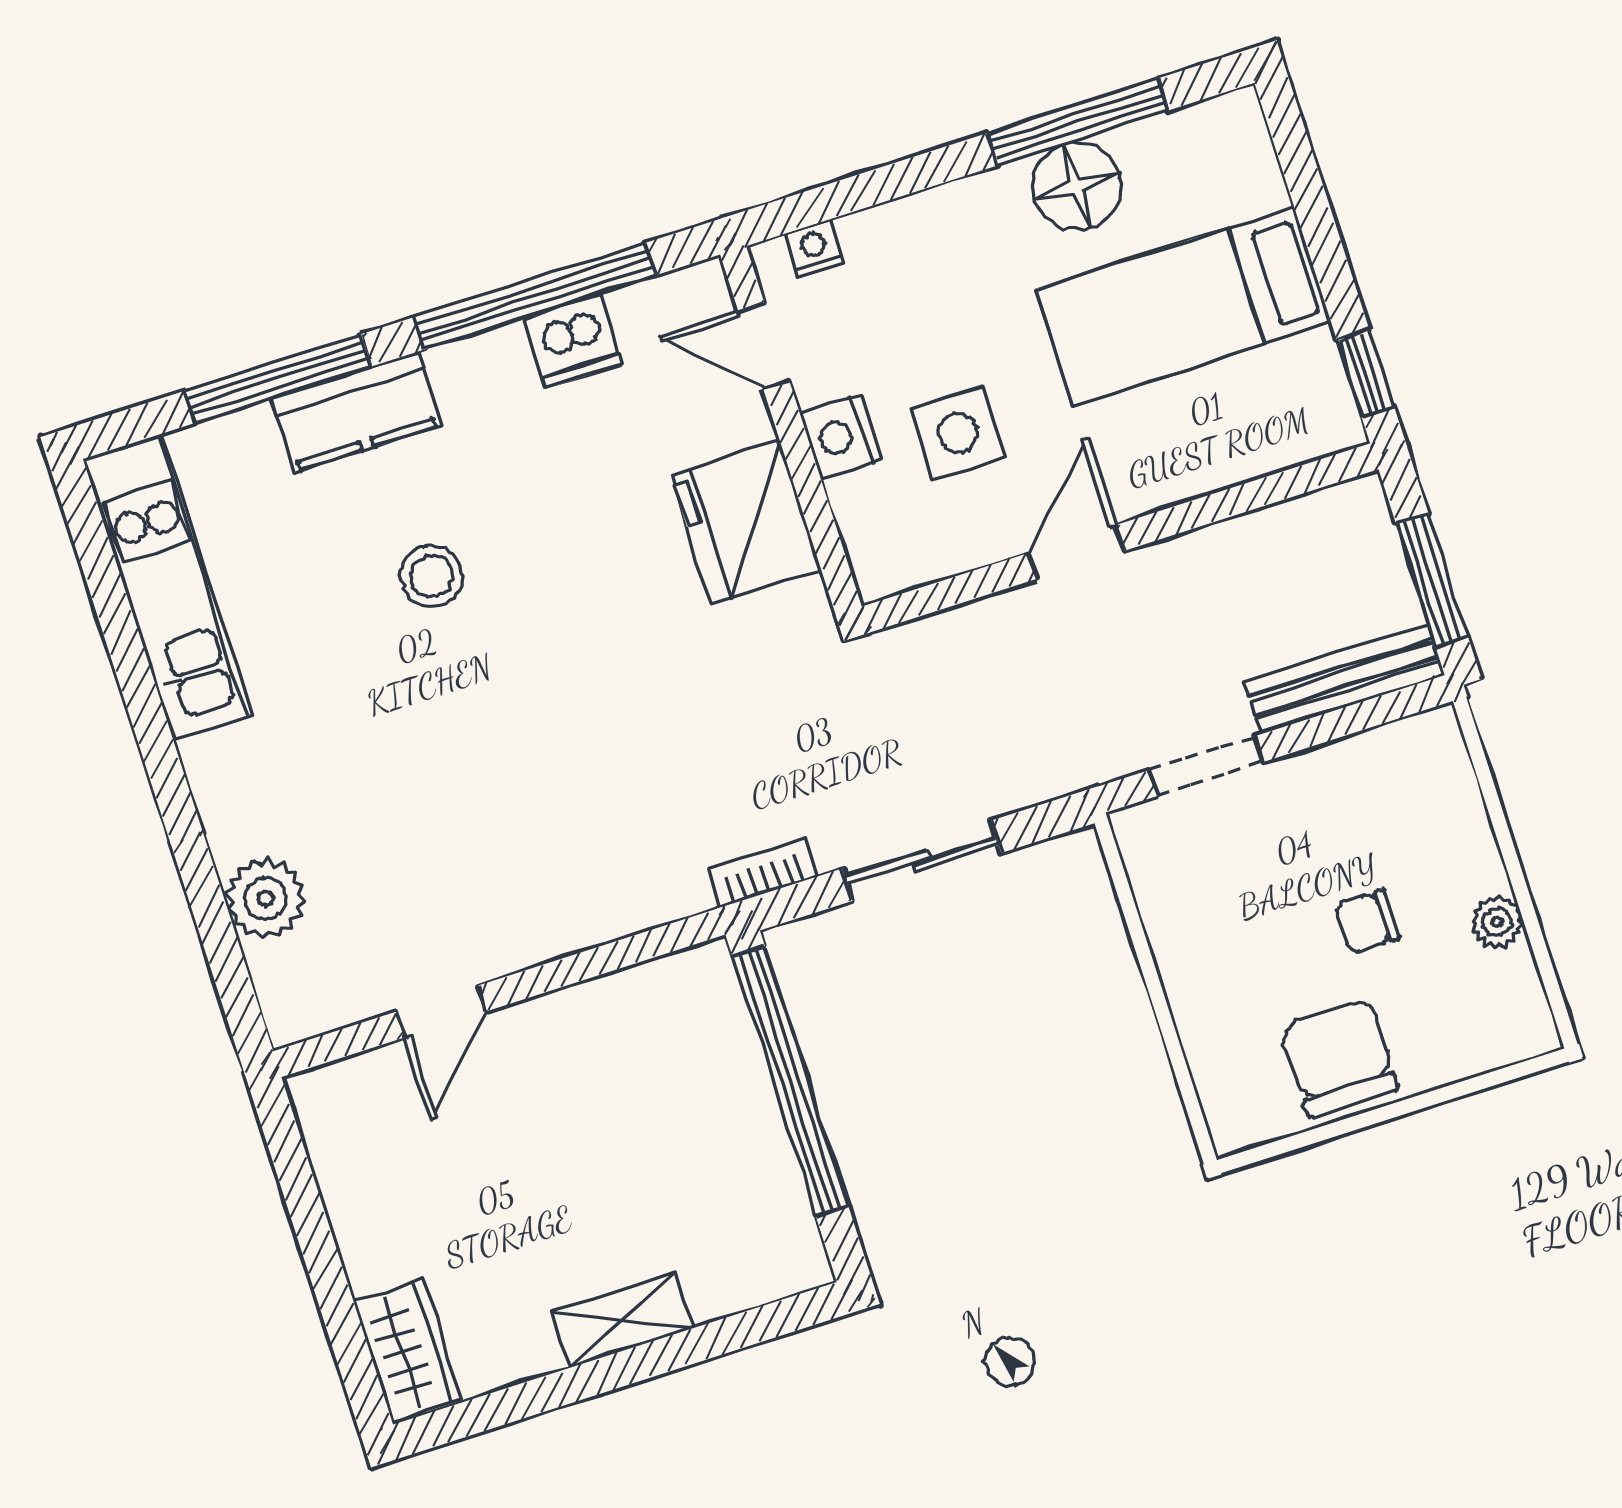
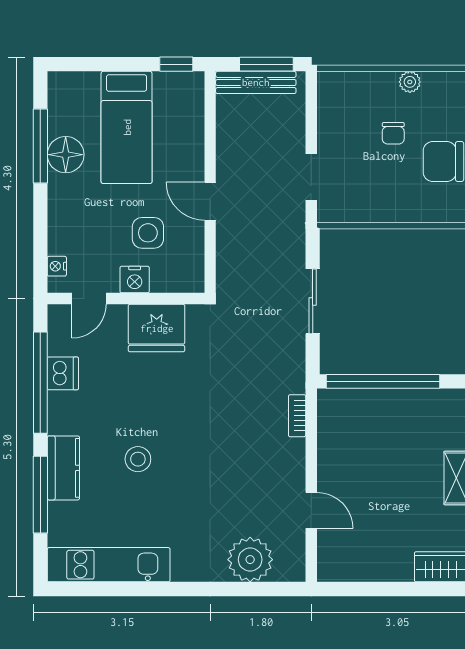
bench: (1344, 679) -> (256, 82), moved, turned 90
bookcase: (763, 873) -> (297, 416), moved
plant: (266, 898) -> (250, 560), width x1.36, depth x1.36

